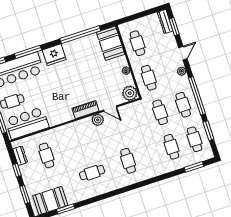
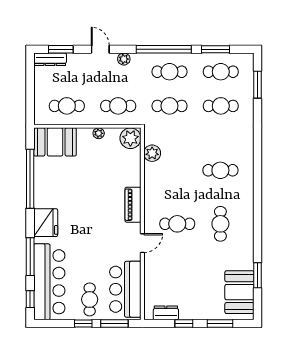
door: (110, 108) -> (142, 243), moved
plant: (98, 120) -> (152, 153), moved
cafe table: (47, 155) -> (177, 224), moved

